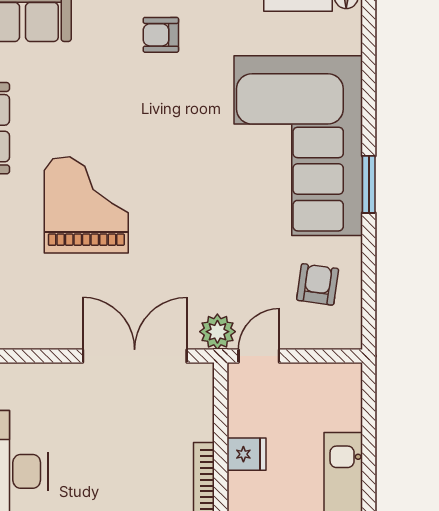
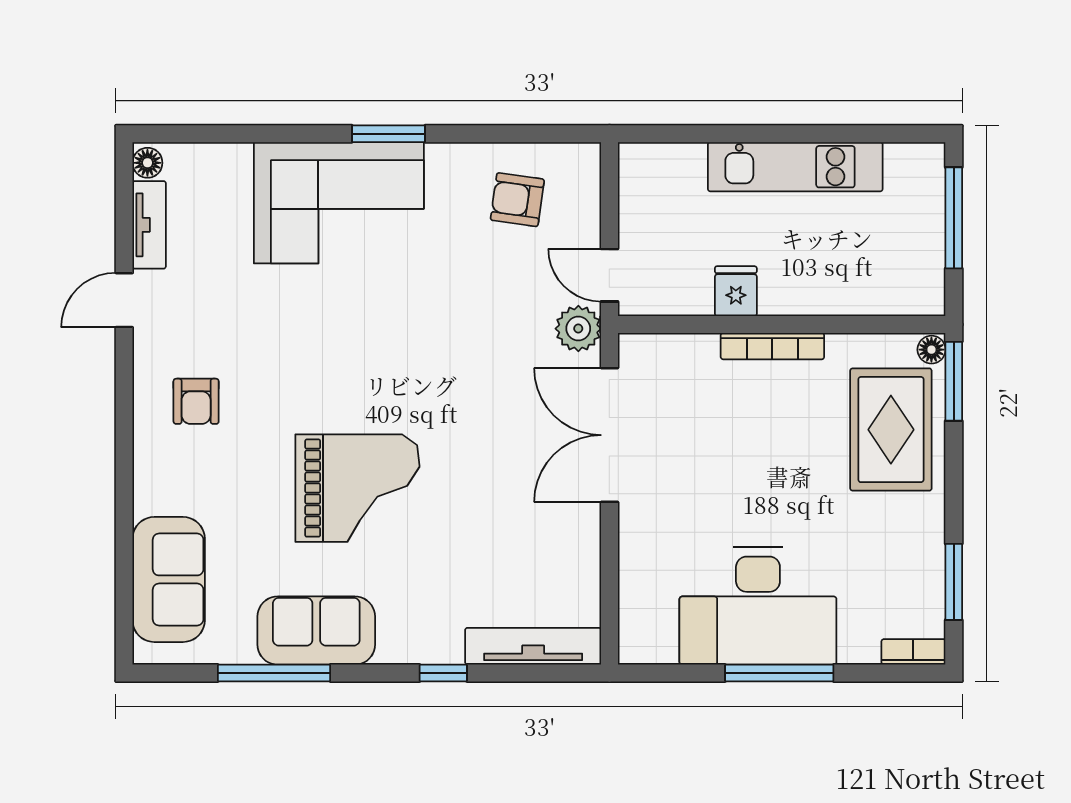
corner sofa: (298, 146) -> (339, 203), width x0.73, depth x0.74
grand piano: (86, 205) -> (357, 488), moved, turned 180

